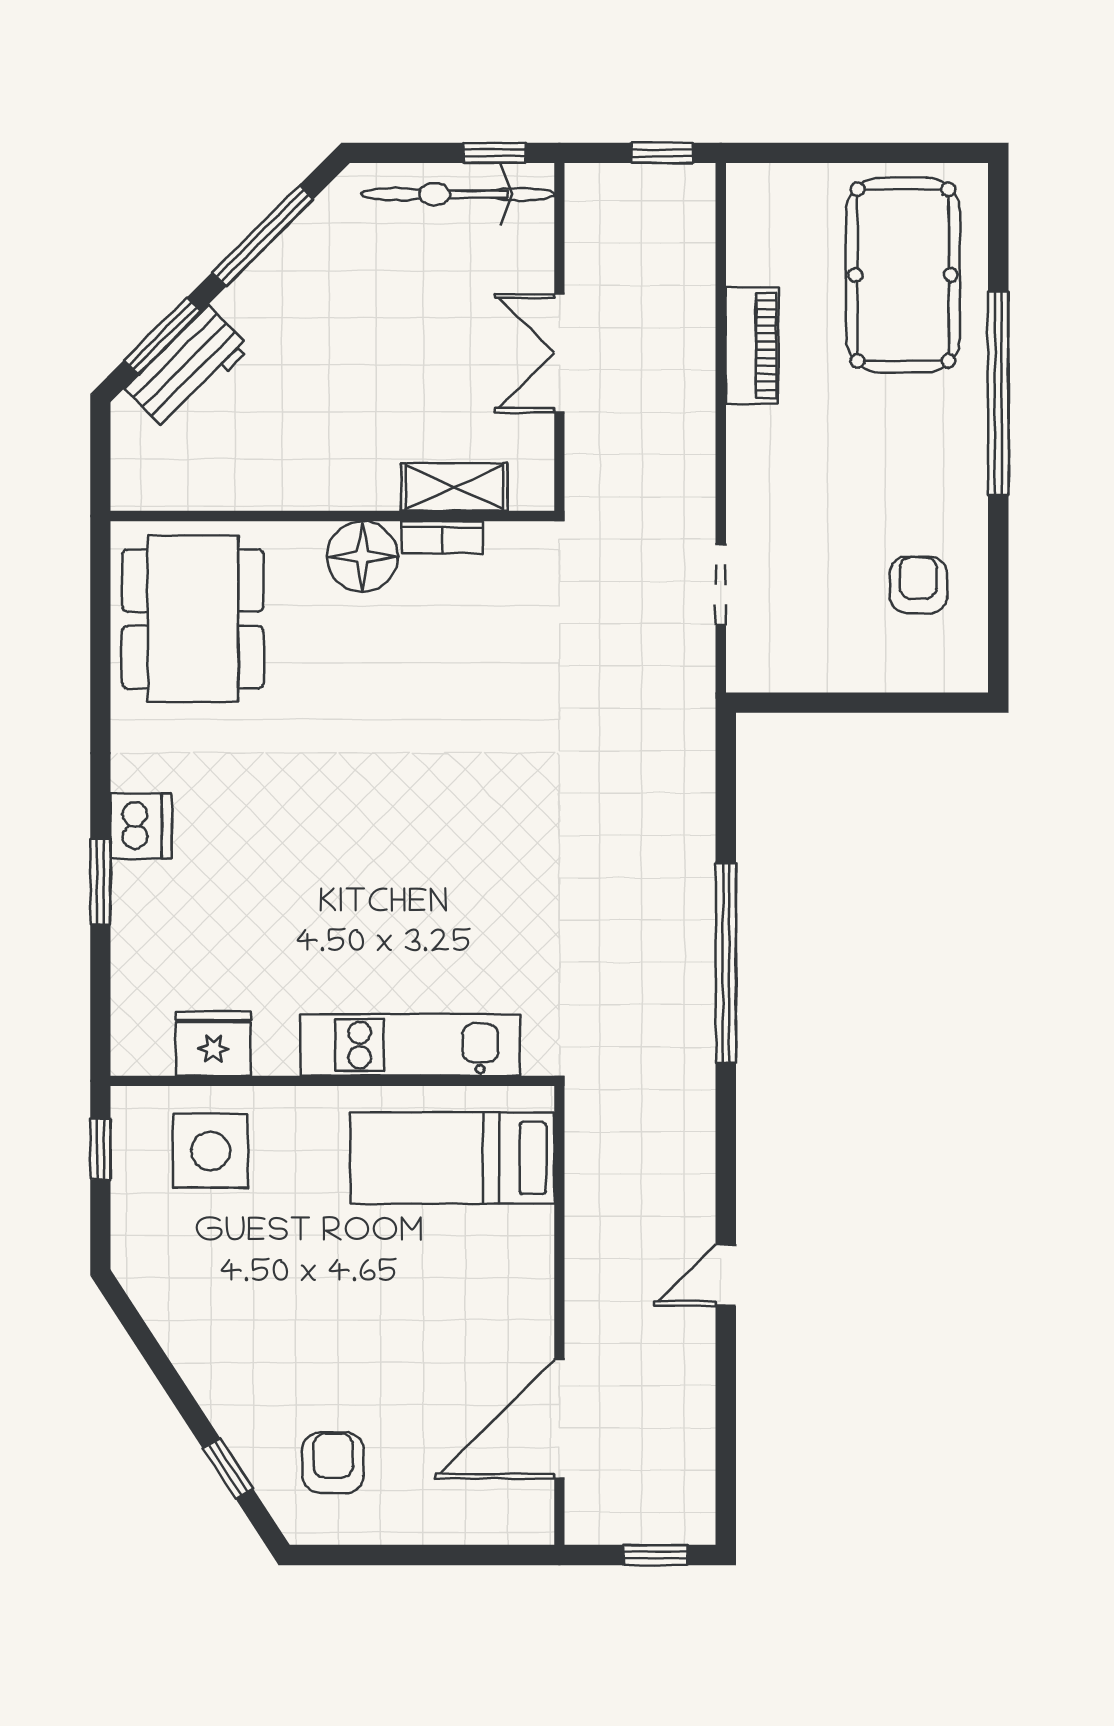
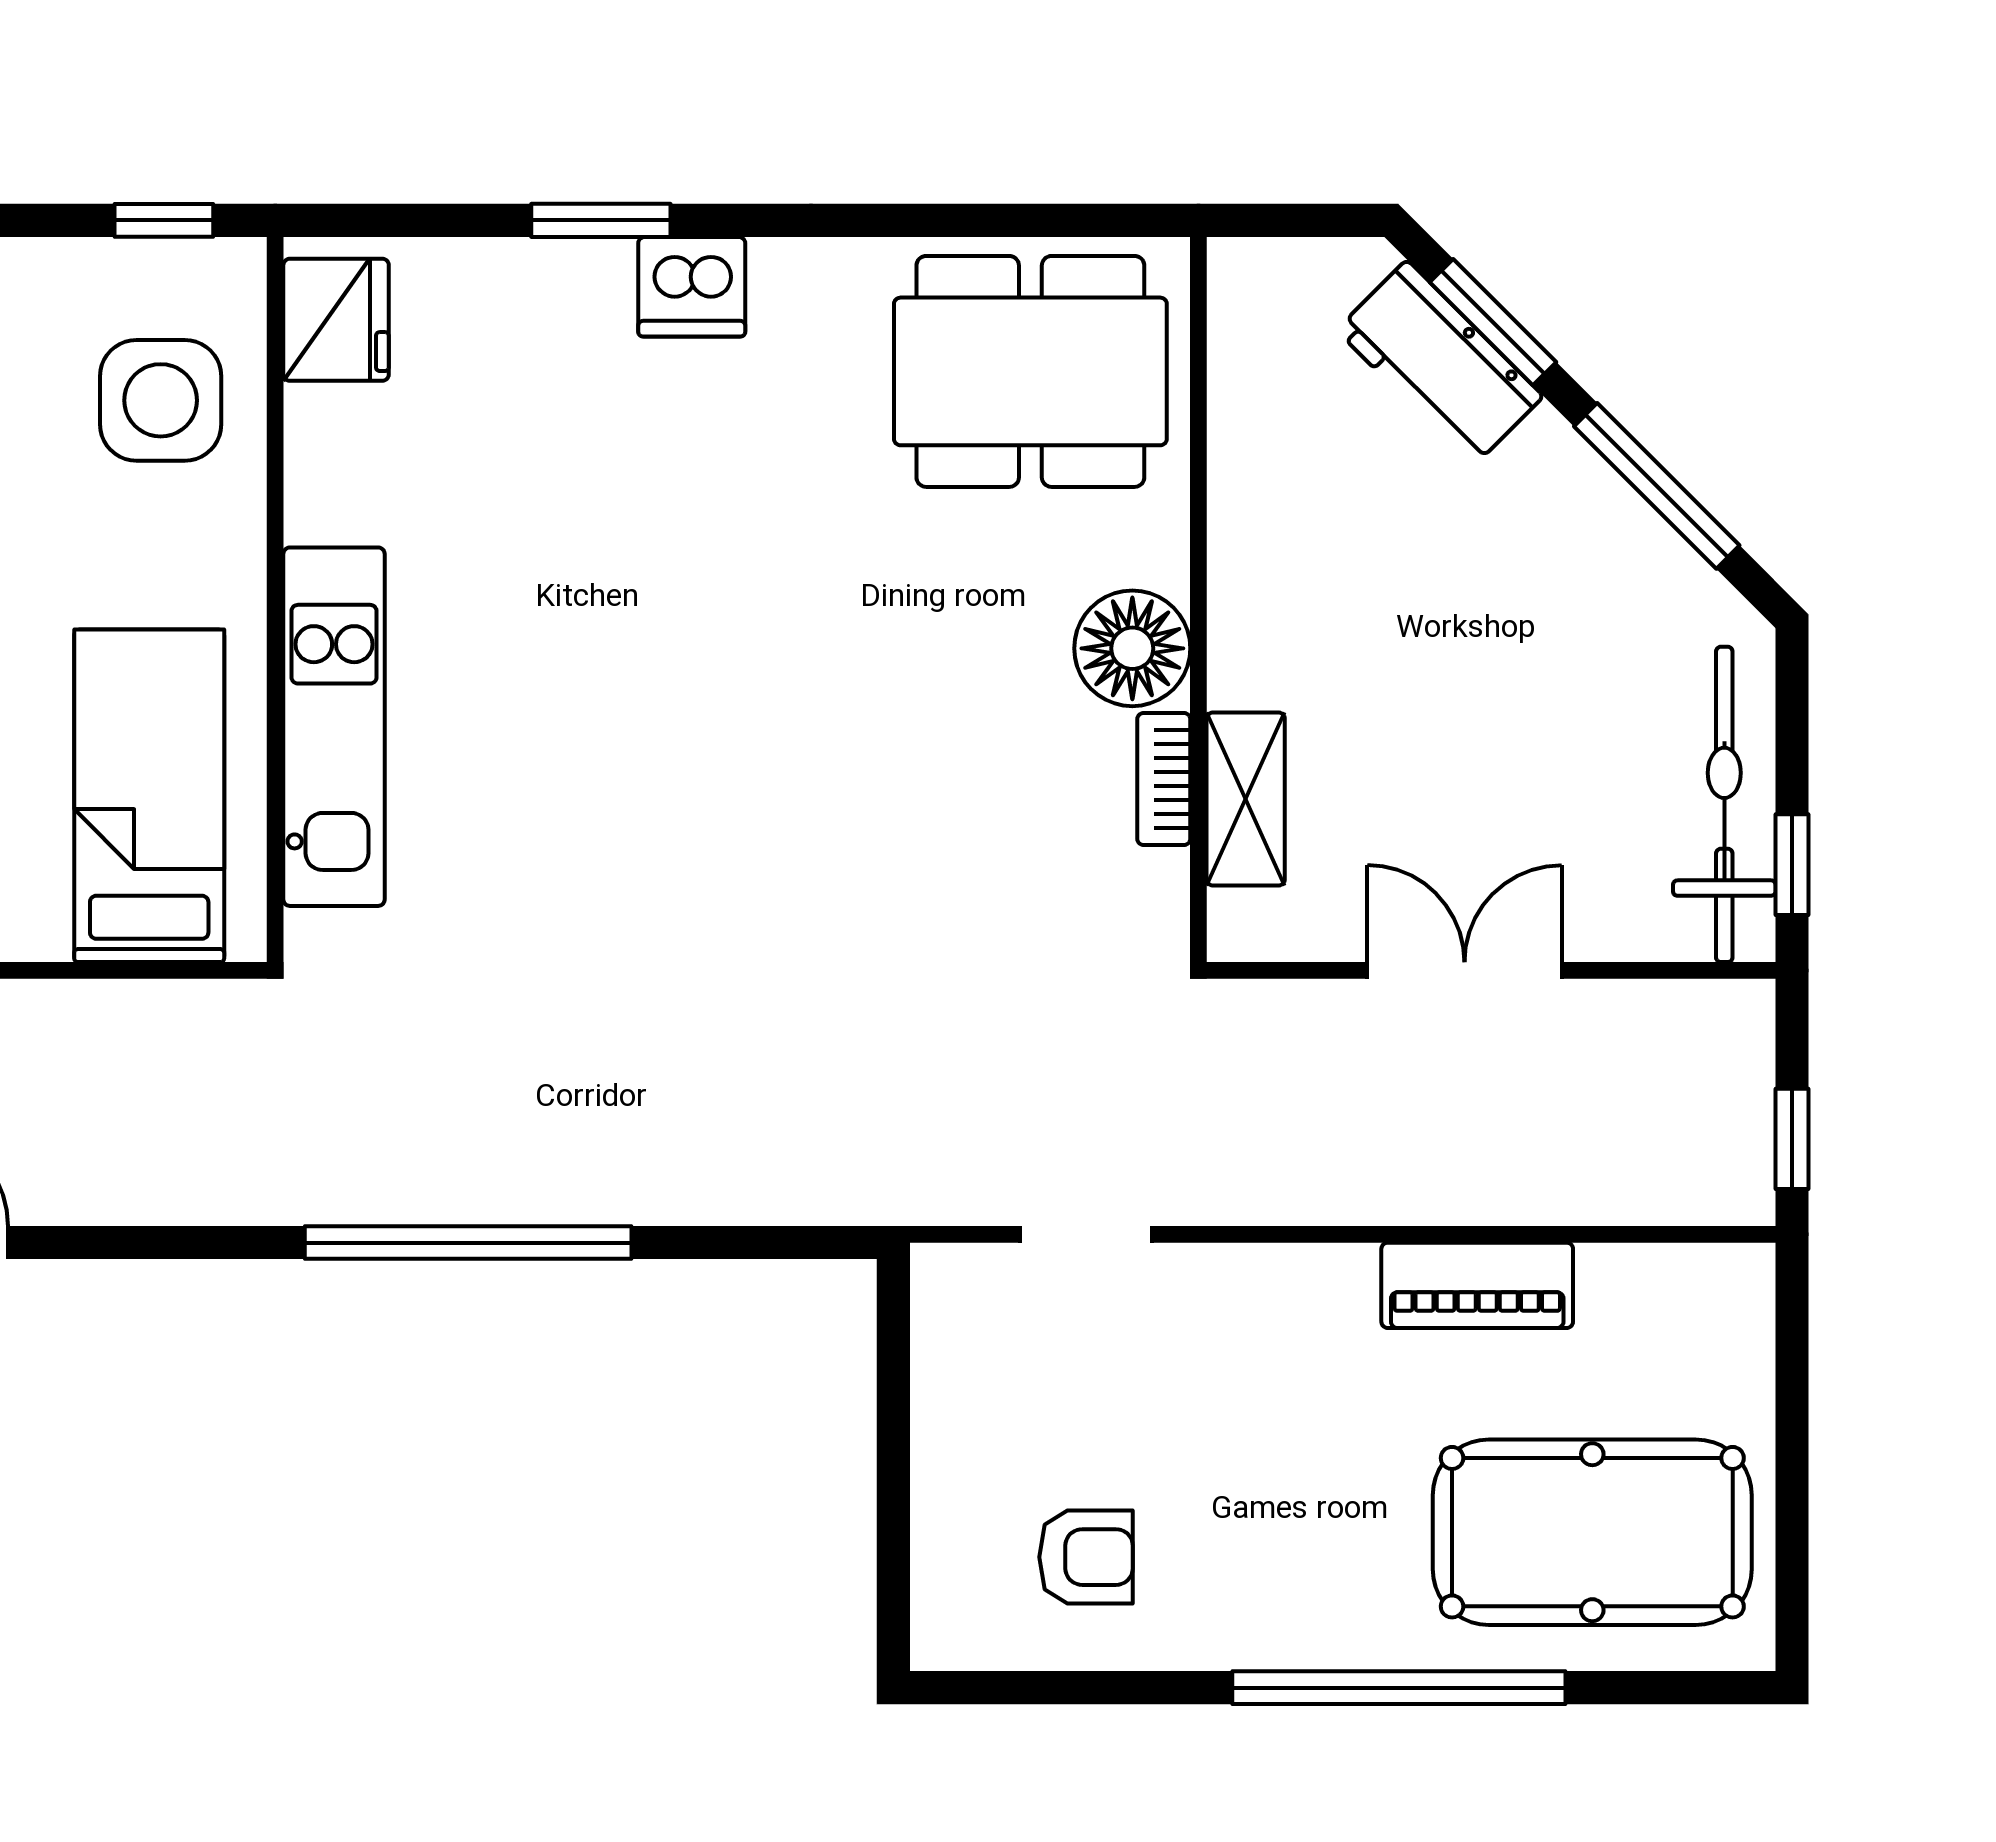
fridge: (213, 1044) -> (336, 320), moved

